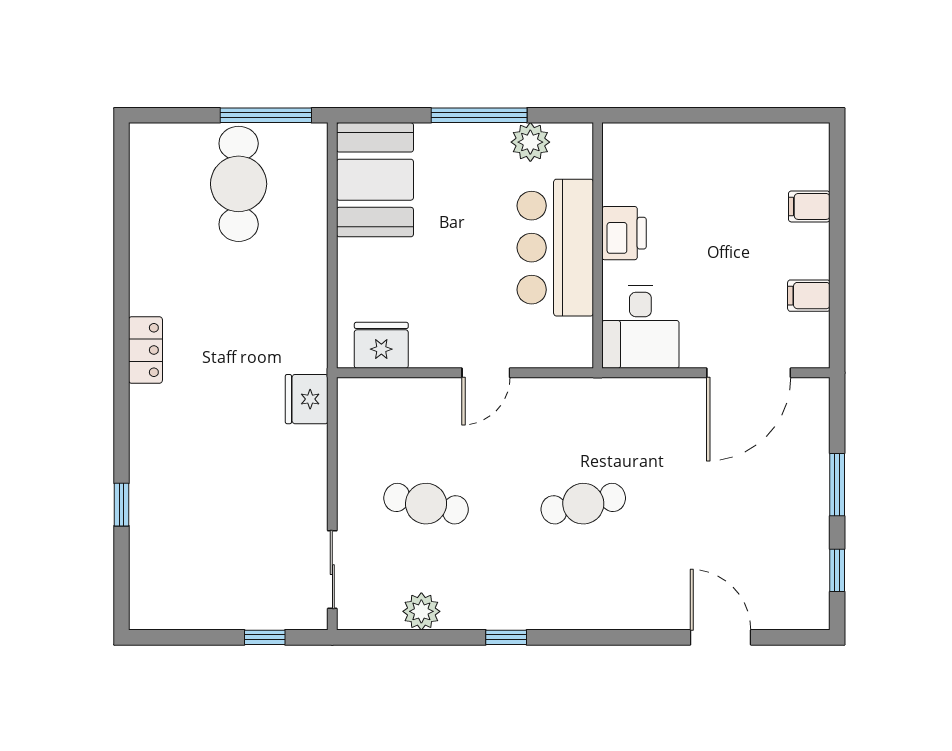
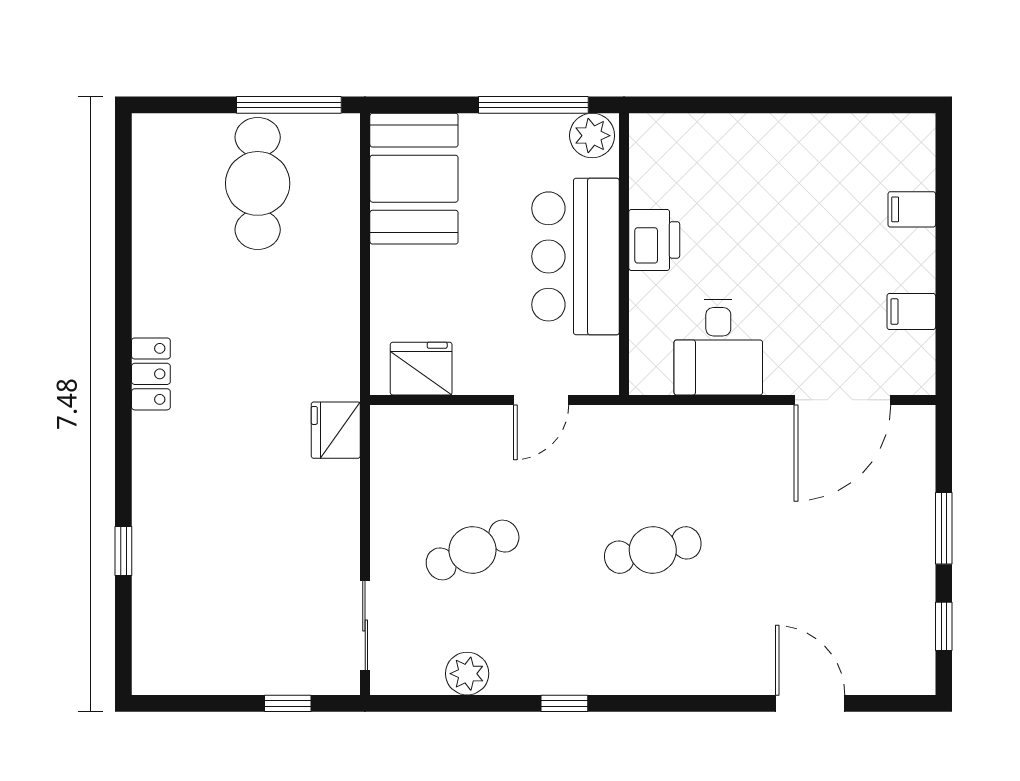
printer: (624, 233) -> (654, 240), moved
wall: (598, 245) -> (624, 254), moved
bar counter: (555, 248) -> (575, 256), moved
cafe table: (426, 504) -> (473, 550), turned -36

